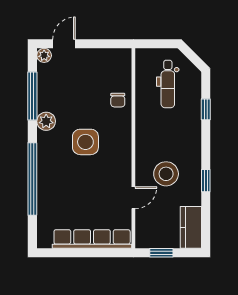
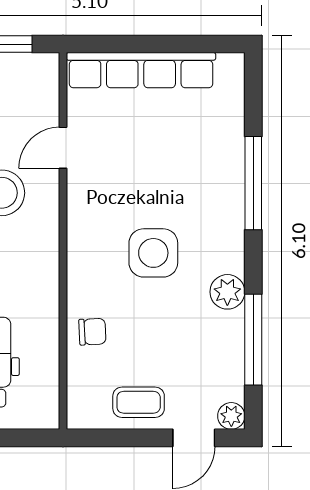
coffee table: (93, 63) -> (139, 402), added
chair: (118, 100) -> (92, 332), turned 87
window: (32, 179) -> (253, 183), width x0.68

